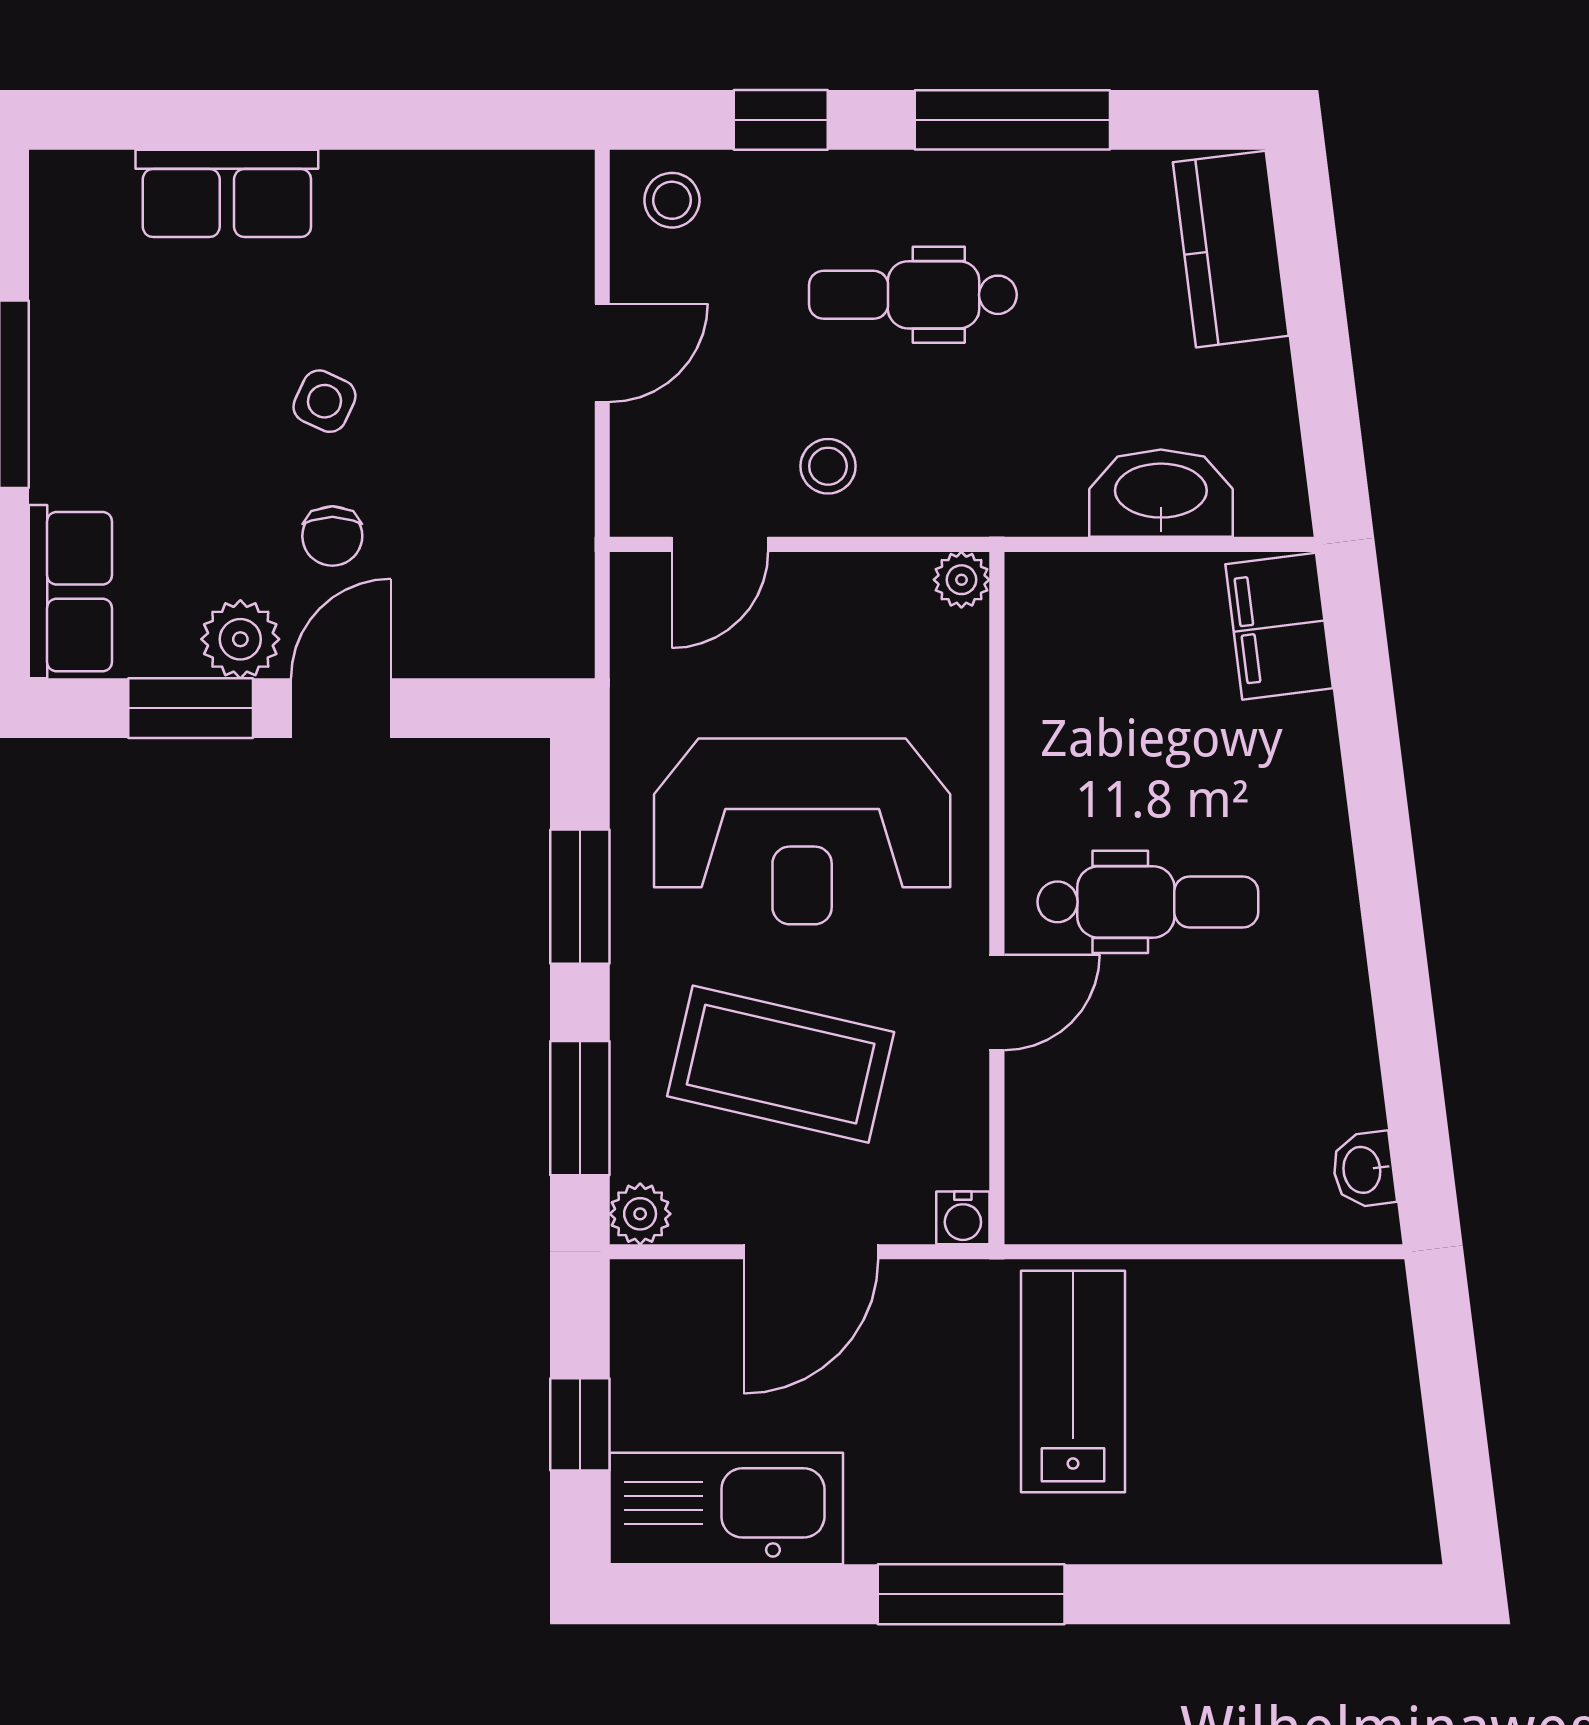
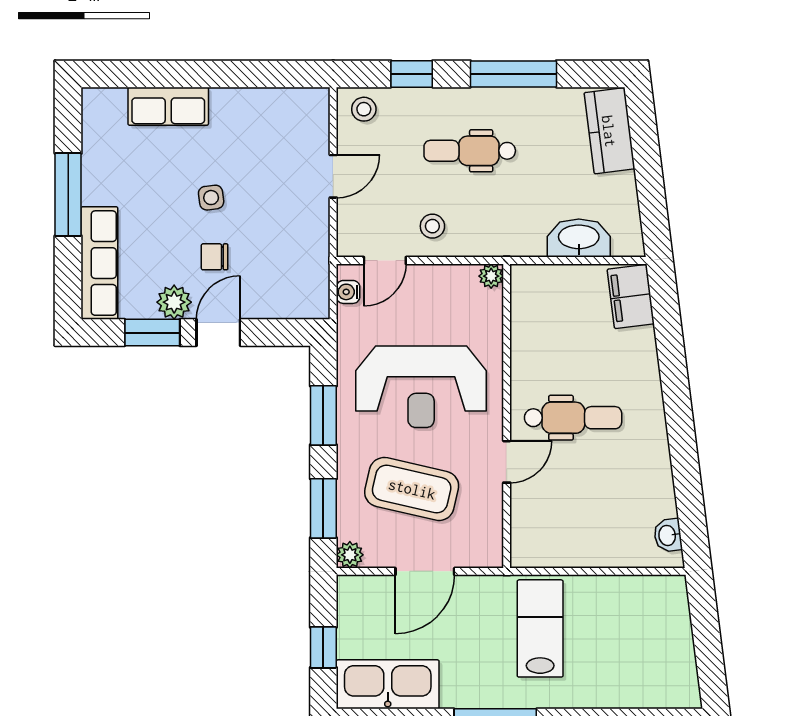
side table: (324, 401) -> (211, 198), turned -32
chair: (332, 536) -> (215, 257), turned 90
row of seats: (70, 592) -> (99, 263), width x1.48
water cooler: (963, 1218) -> (348, 292), moved, turned 90

